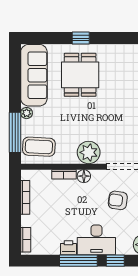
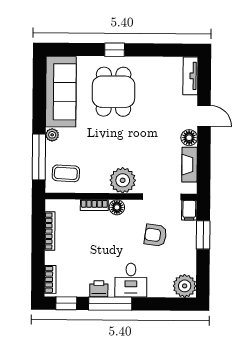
coffee table: (39, 147) -> (66, 173), width x0.73, depth x0.77
desk: (96, 240) -> (131, 280), width x0.73
window: (115, 261) -> (66, 303), moved

